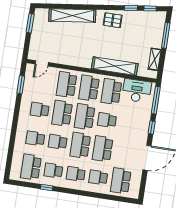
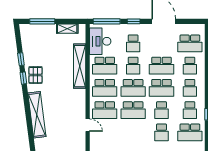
window: (150, 8) -> (23, 78), moved
door: (42, 63) -> (88, 125), moved
school desk: (40, 110) -> (133, 43), moved

